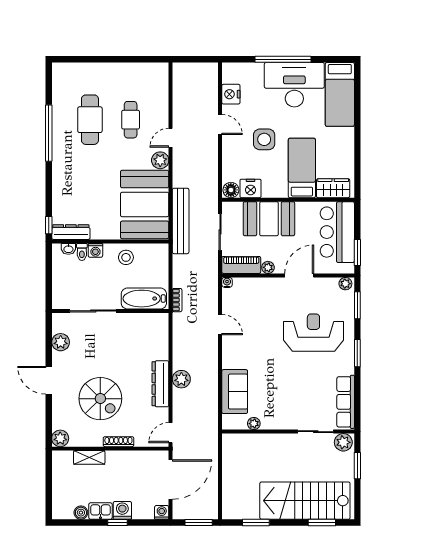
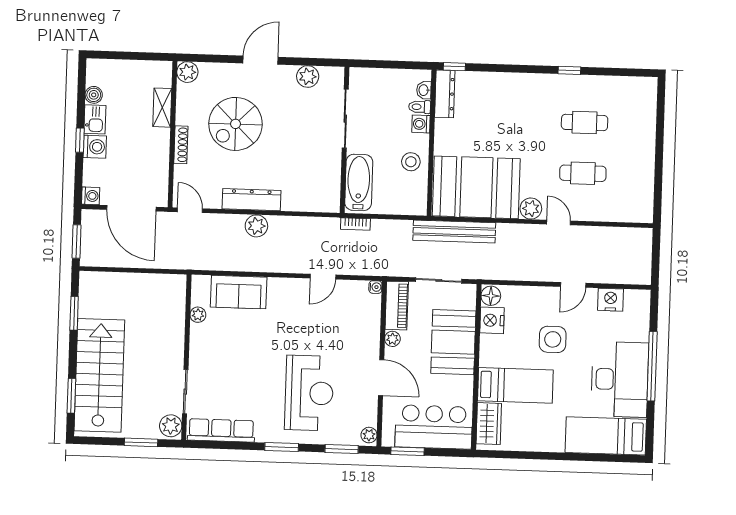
cafe table: (90, 120) -> (585, 122), width x0.73, depth x0.74
window: (49, 133) -> (569, 70), width x0.32

